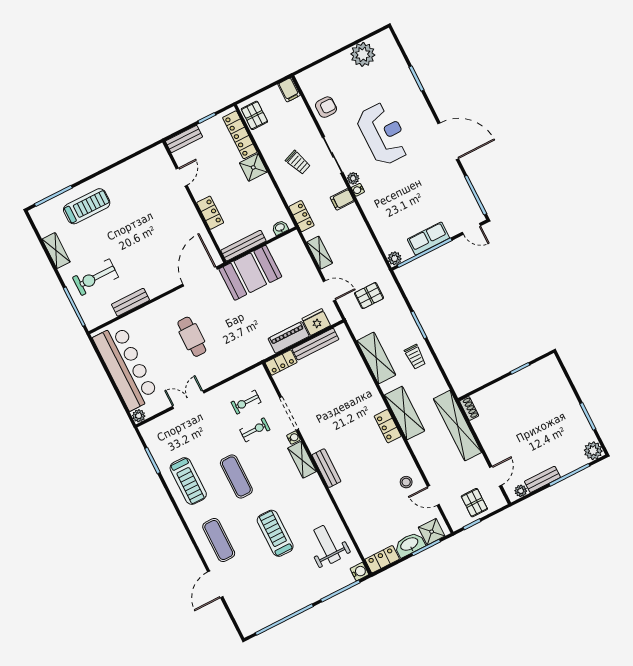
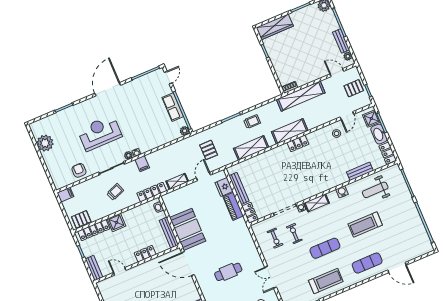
locker: (301, 216) -> (152, 192), width x1.53
wardrobe: (557, 380) -> (275, 27), added
bench: (326, 468) -> (360, 171), moved
water cooler: (359, 572) -> (342, 192), moved

